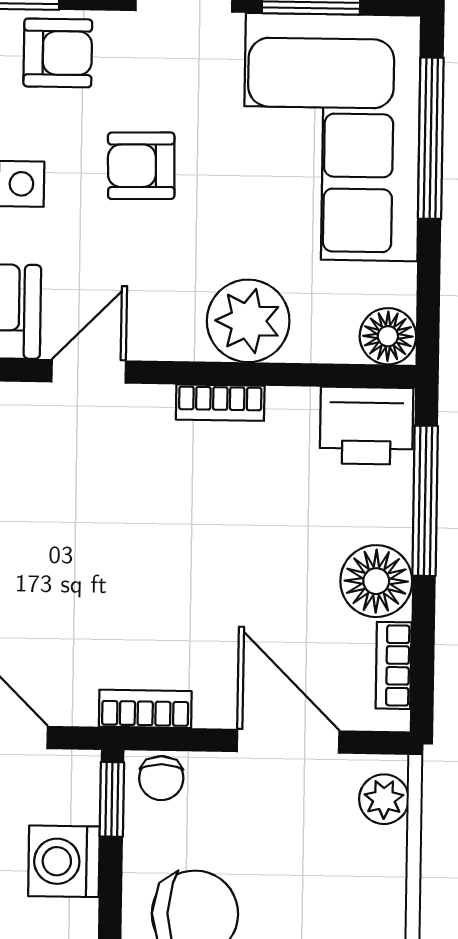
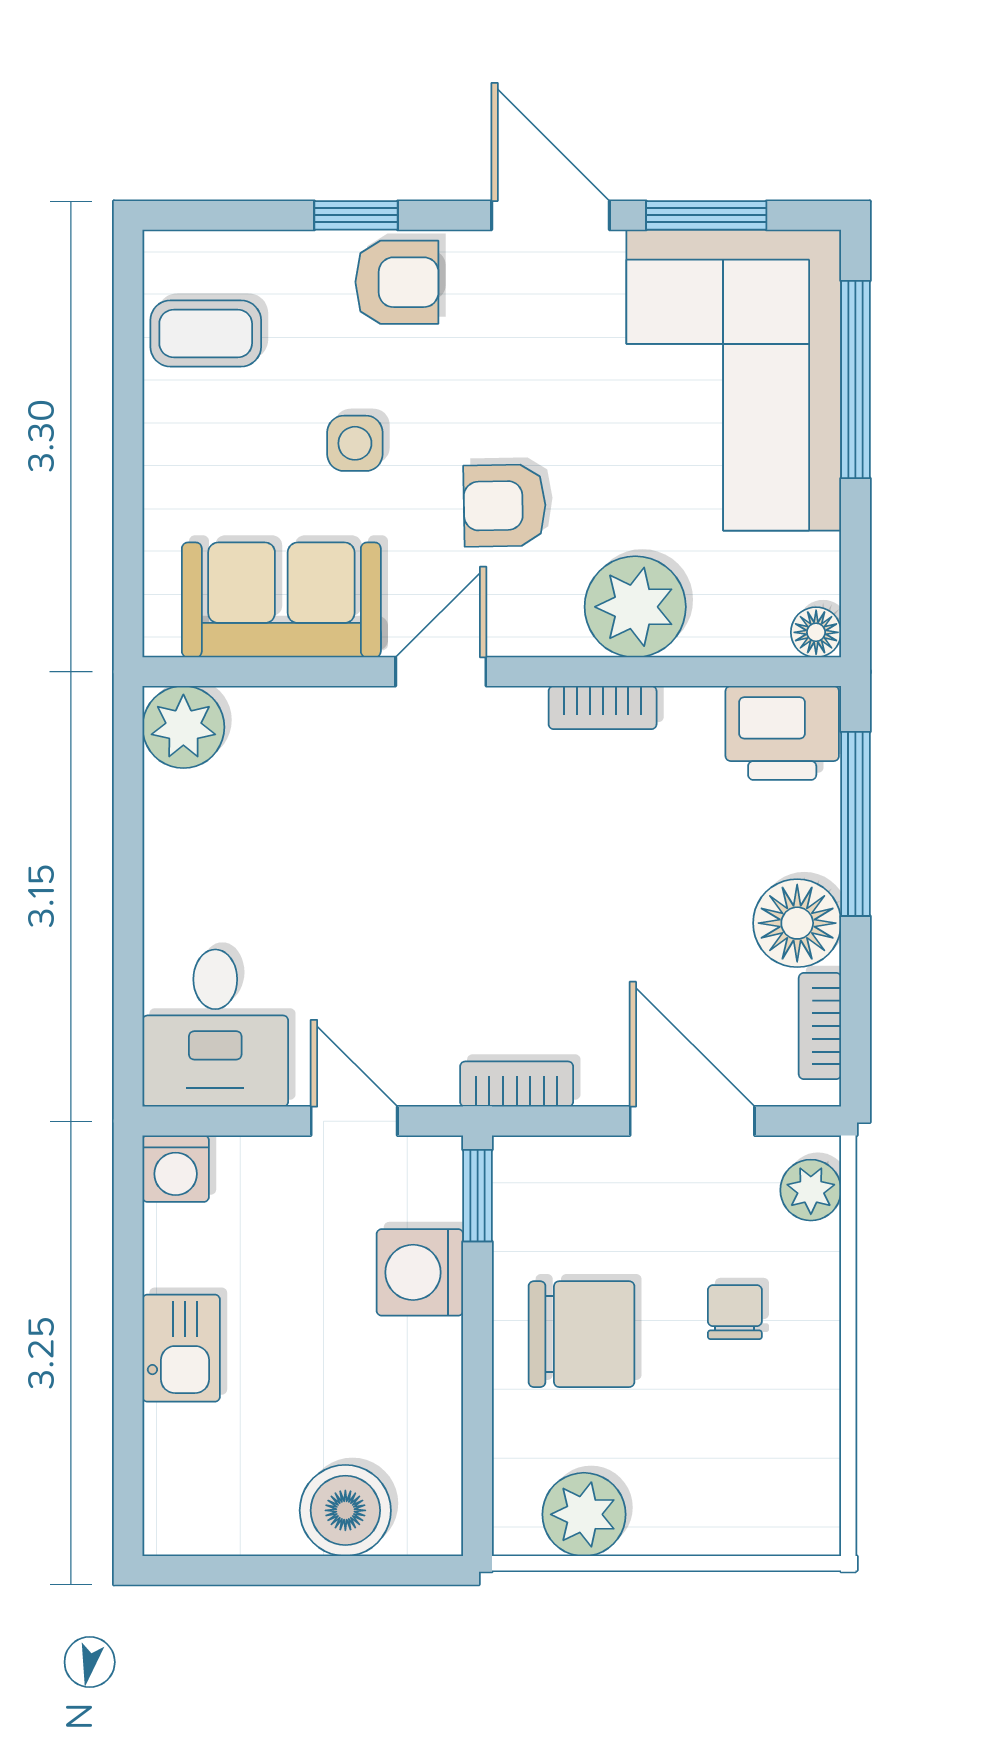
armchair: (141, 166) -> (505, 506), moved
floor lamp: (388, 336) -> (816, 632), width x0.73, depth x0.73
chair: (161, 778) -> (735, 1312), moved, turned 180

